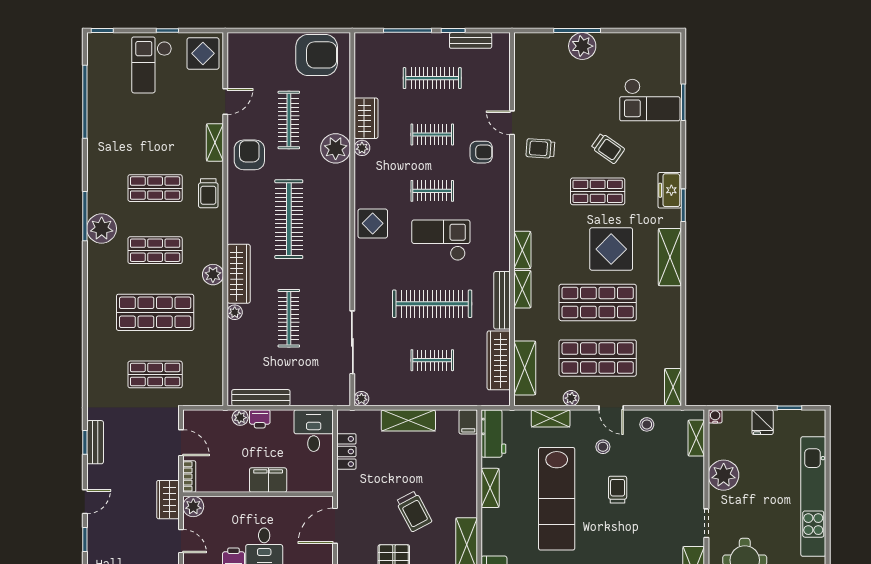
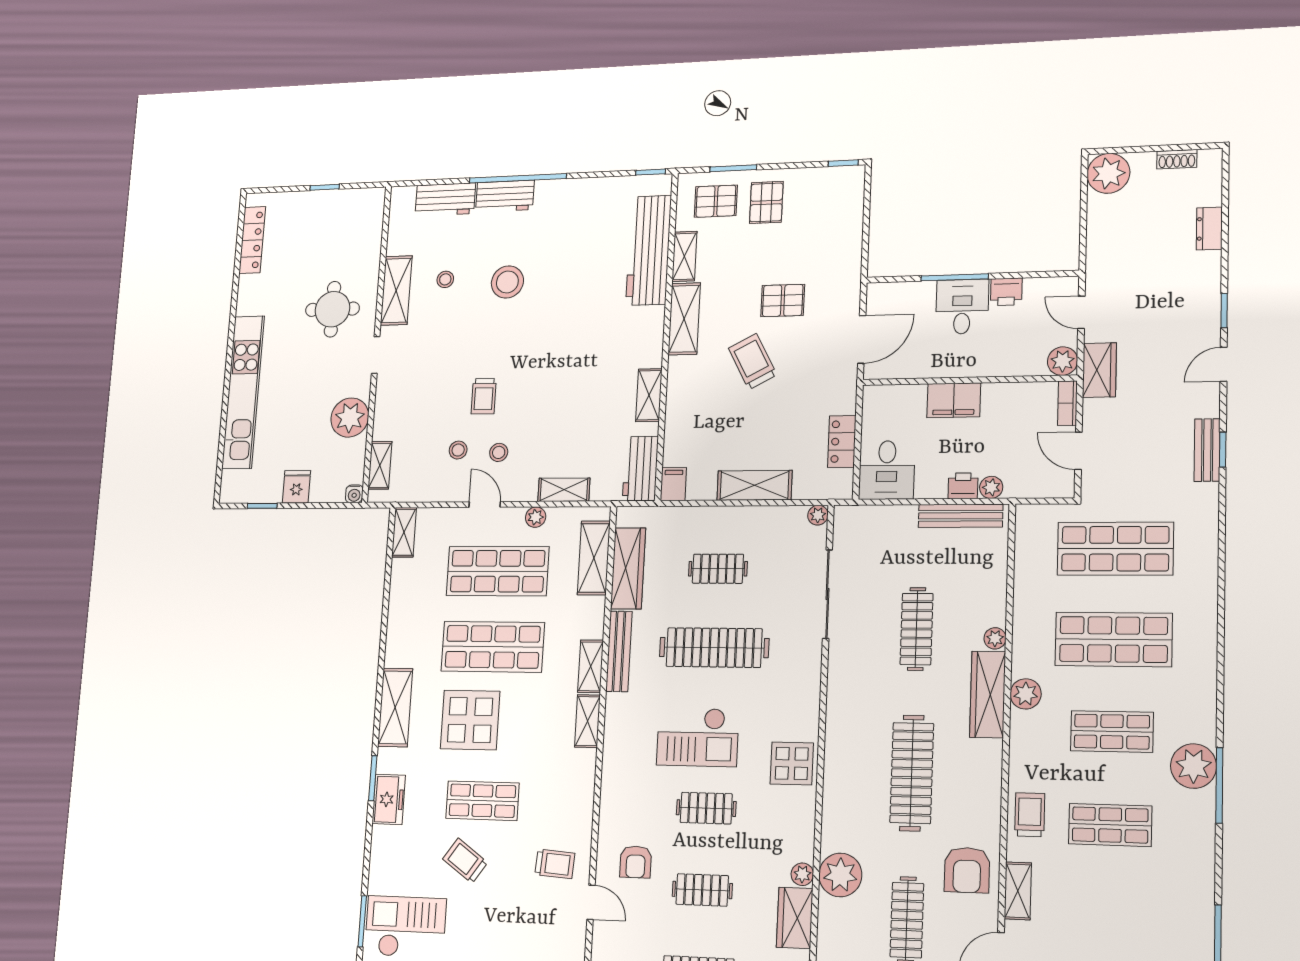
armchair: (481, 152) -> (636, 862), turned -90
shop shelf: (155, 374) -> (1115, 549), width x1.43, depth x1.36
stool: (647, 424) -> (458, 450), moved
lab bench: (557, 499) -> (563, 383), removed

